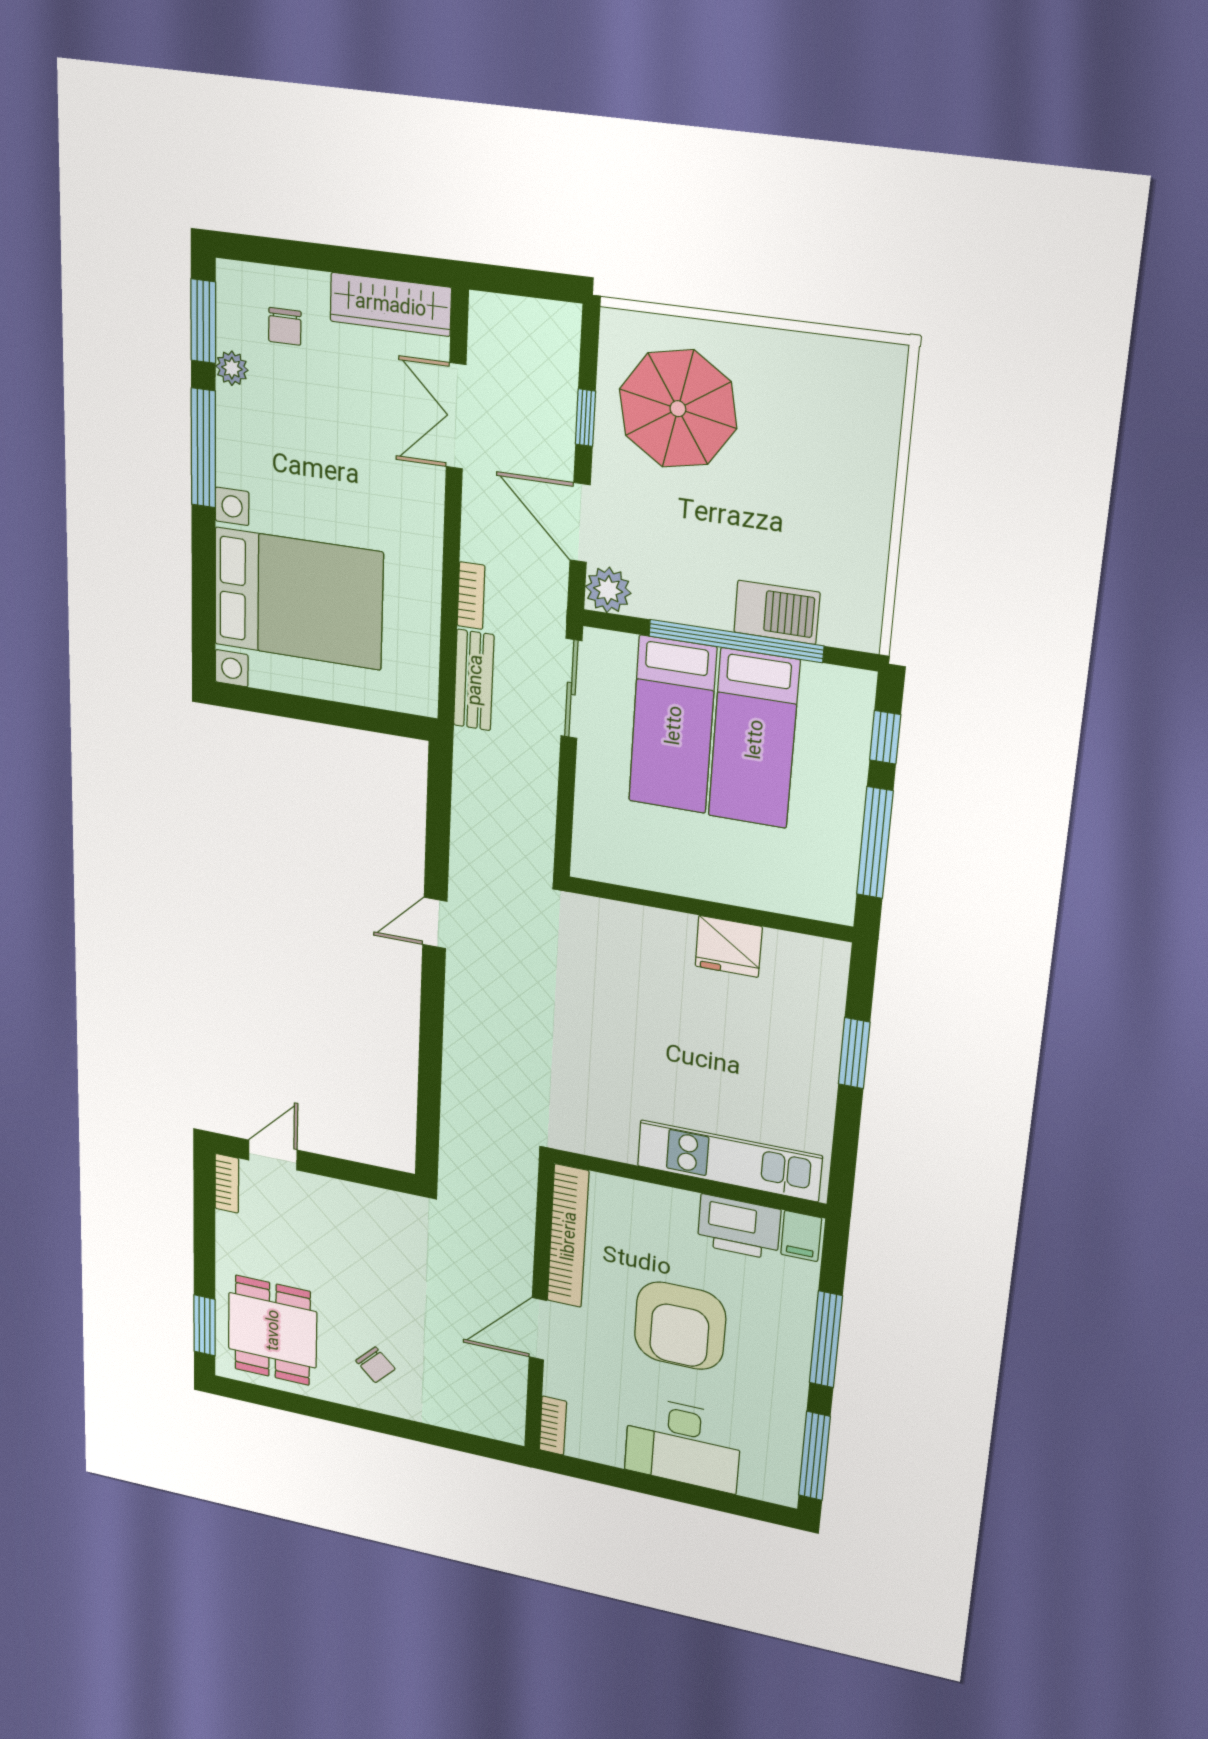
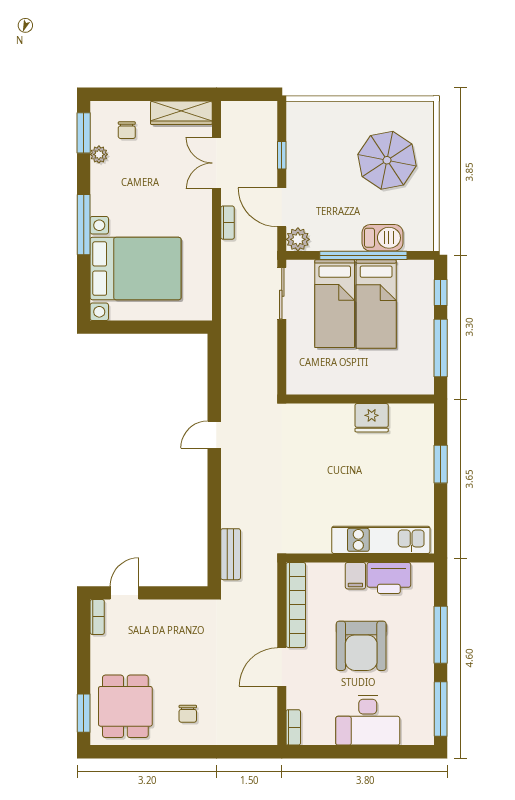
parasol: (678, 409) -> (387, 160), moved
window: (203, 448) -> (84, 225), moved
bookcase: (471, 596) -> (228, 223), moved
bench: (474, 680) -> (231, 554), moved
filing cabinet: (801, 1236) -> (355, 576), moved
chair: (375, 1365) -> (188, 714), turned 46

